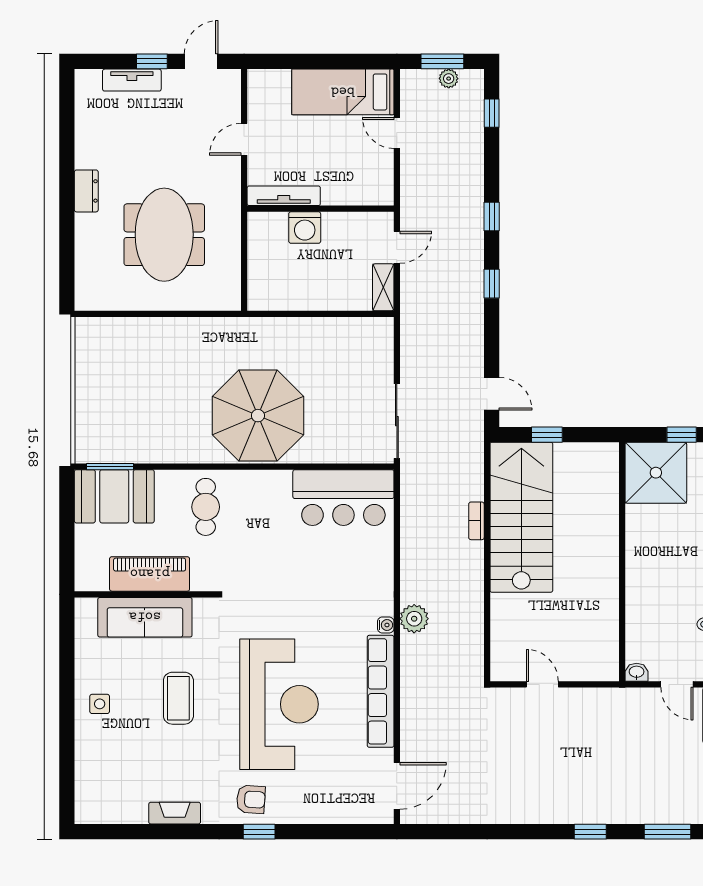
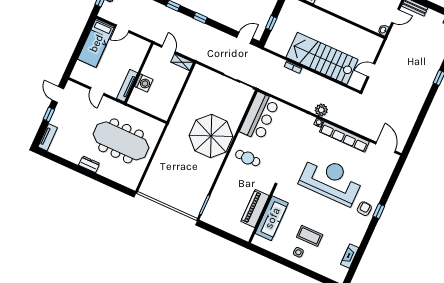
tv unit: (132, 80) -> (48, 137), moved
meeting table: (164, 235) -> (121, 141), width x1.36
booth: (114, 496) -> (217, 209), removed
cafe table: (206, 507) -> (248, 158), moved
stairs: (521, 517) -> (322, 58), moved
coffee table: (178, 698) -> (310, 236), moved
fireplace: (175, 813) -> (350, 256), moved

